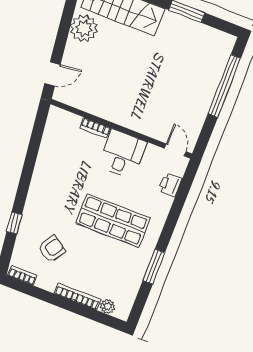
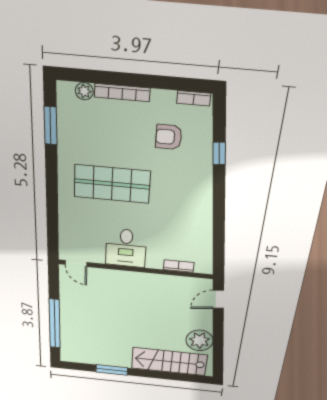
bookcase: (95, 128) -> (179, 266), moved
printer: (170, 185) -> (68, 232), removed
armchair: (52, 249) -> (169, 137), turned 56
window: (154, 266) -> (51, 126), moved

